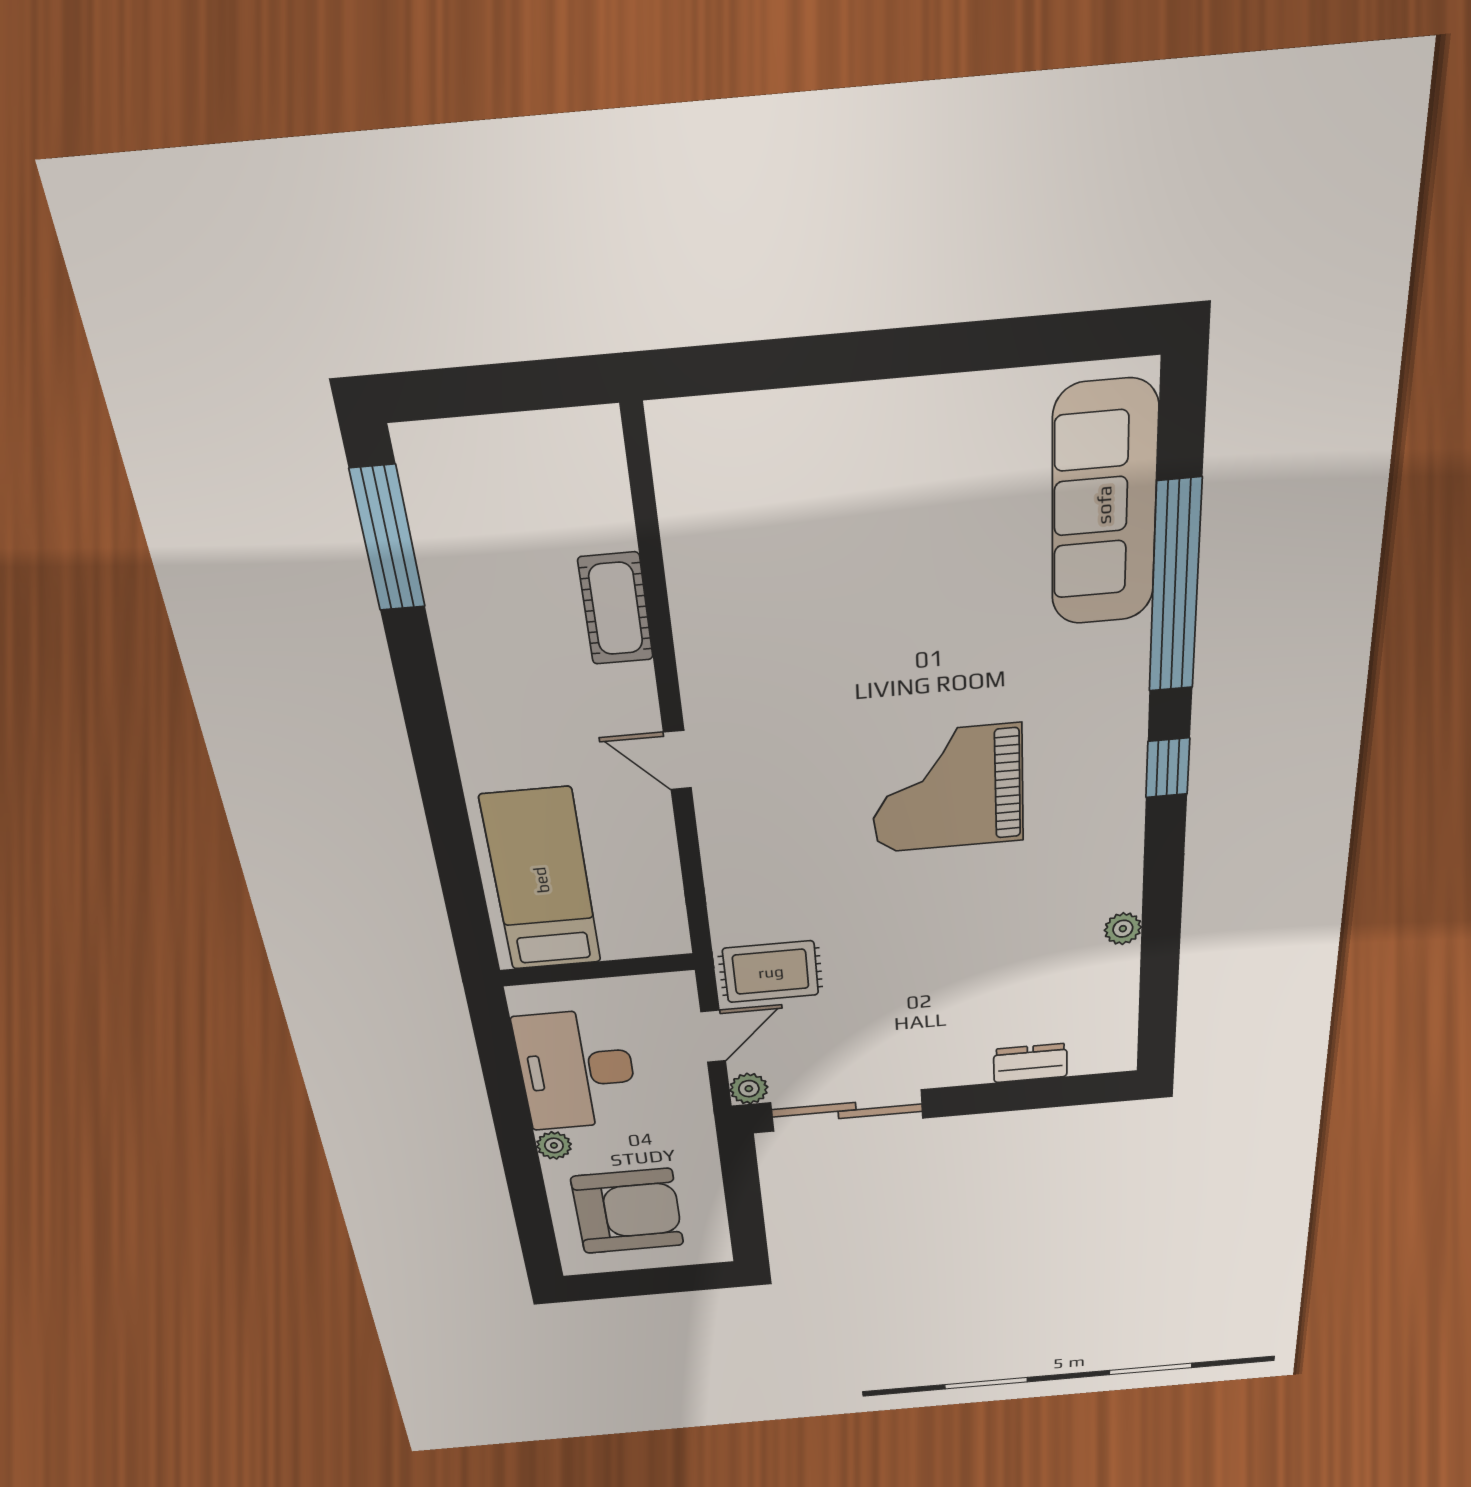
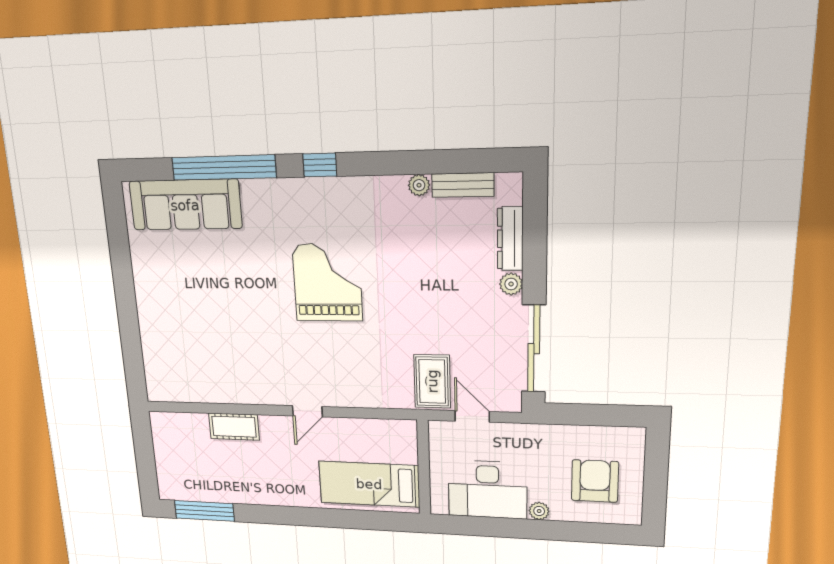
grand piano: (947, 789) -> (327, 282), turned 180
bench: (1120, 992) -> (463, 185), added
dresser: (1030, 1063) -> (510, 239), width x1.44
plant: (749, 1089) -> (511, 284), moved
armchair: (628, 1211) -> (595, 481), width x0.73, depth x0.73

